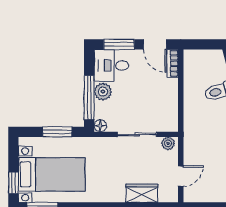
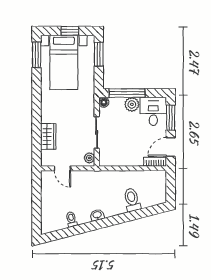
window: (57, 132) -> (99, 54), moved
window: (13, 183) -> (70, 31), moved

